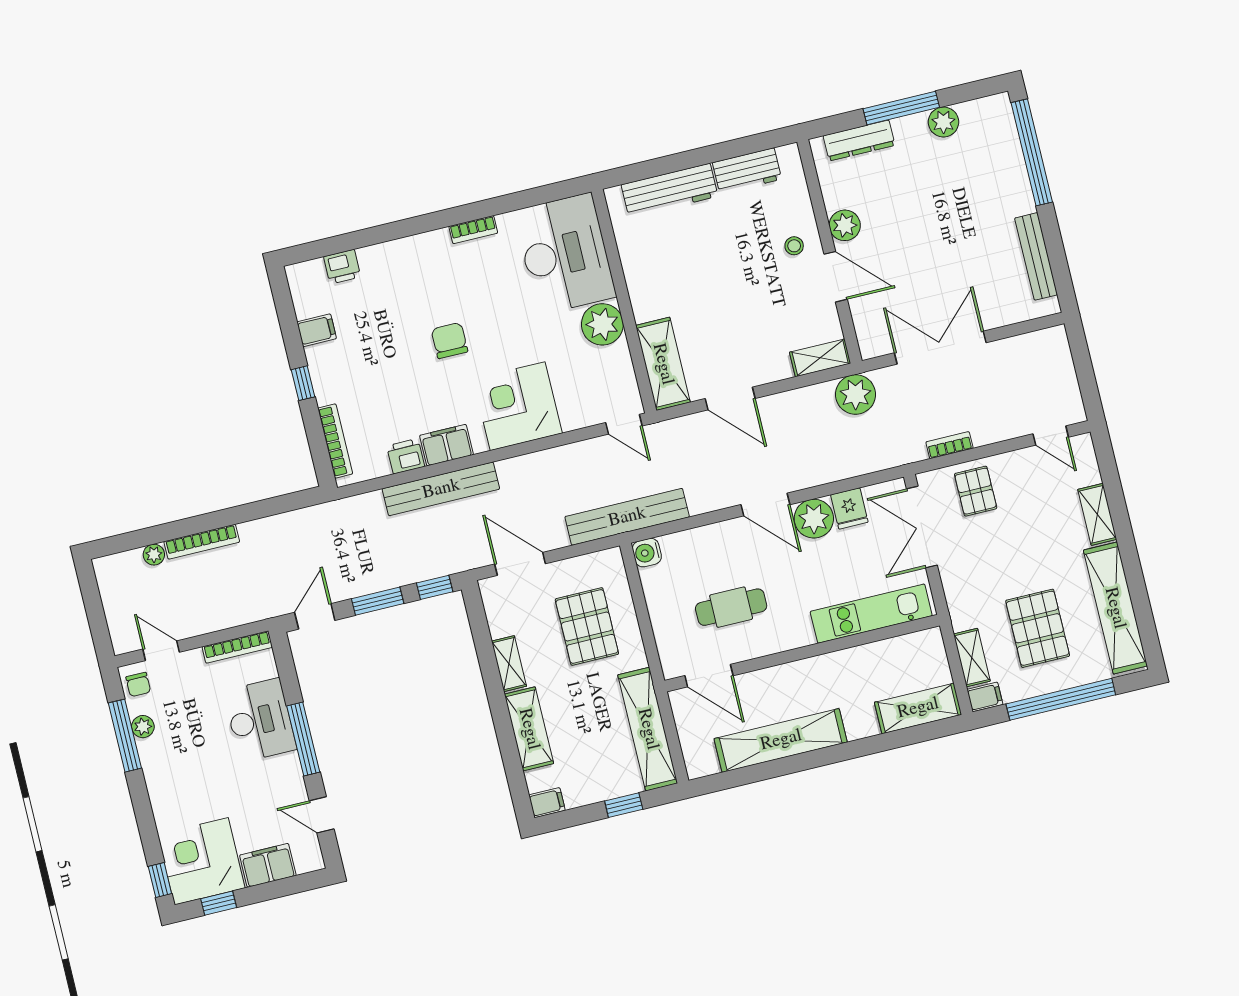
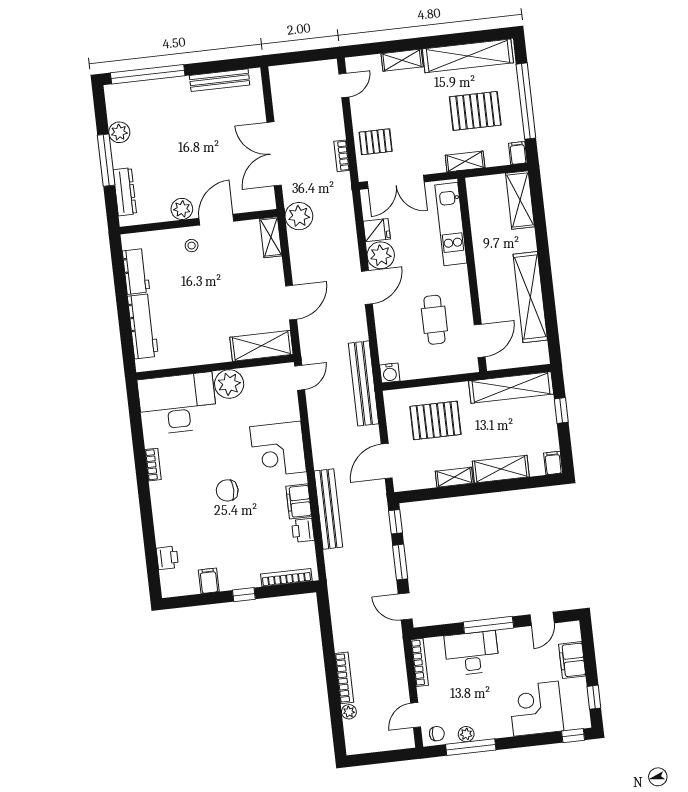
shelving: (972, 658) -> (465, 161), moved
corner desk: (201, 861) -> (536, 709), moved, turned 90

